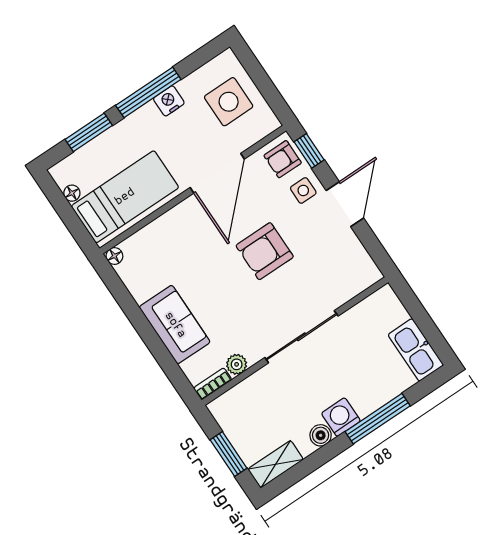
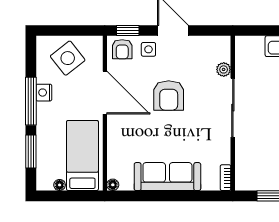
side table: (229, 102) -> (68, 58), turned -38
sofa: (175, 325) -> (167, 177), width x1.36
plant: (237, 364) -> (224, 69), moved

